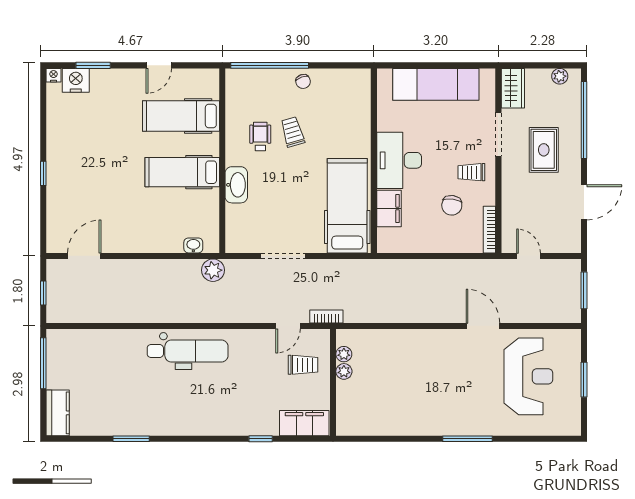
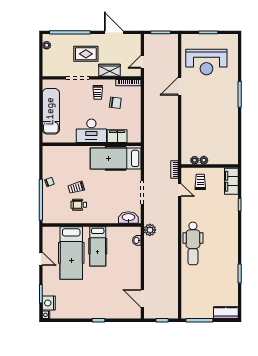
wardrobe: (513, 88) -> (110, 70), moved
hospital bed: (181, 116) -> (71, 253), width x1.37, depth x1.29
washbasin: (236, 185) -> (128, 218), moved
dental chair: (188, 351) -> (193, 243), turned 180
reception desk: (528, 376) -> (206, 62), turned 180

